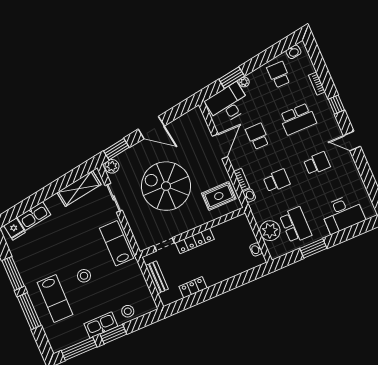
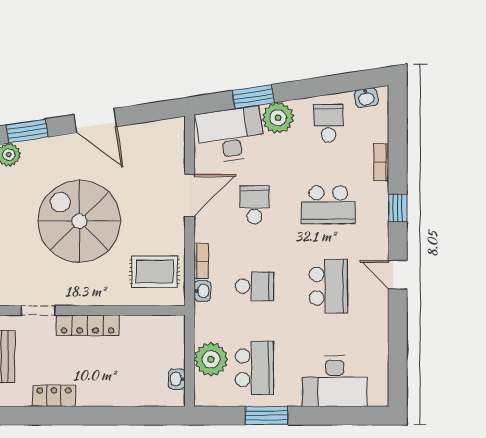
plant: (244, 82) -> (278, 118), width x1.88, depth x1.88
school desk: (317, 163) -> (328, 286), width x1.85

